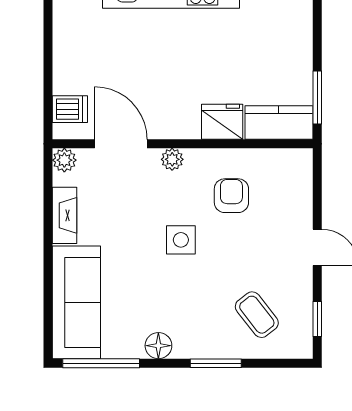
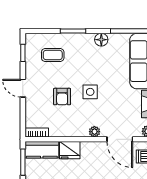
bookcase: (289, 158) -> (37, 132), added
armchair: (231, 196) -> (62, 97), moved
coffee table: (257, 315) -> (53, 55), turned -52

